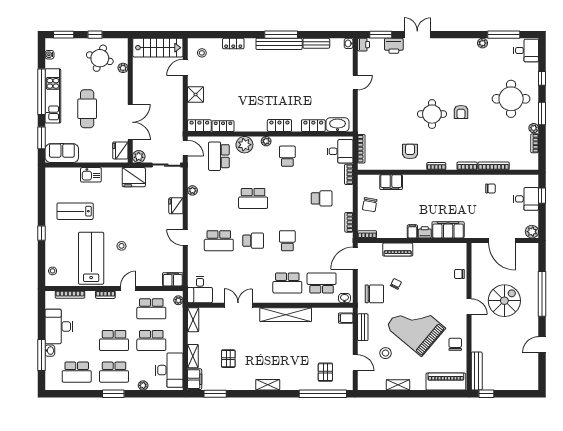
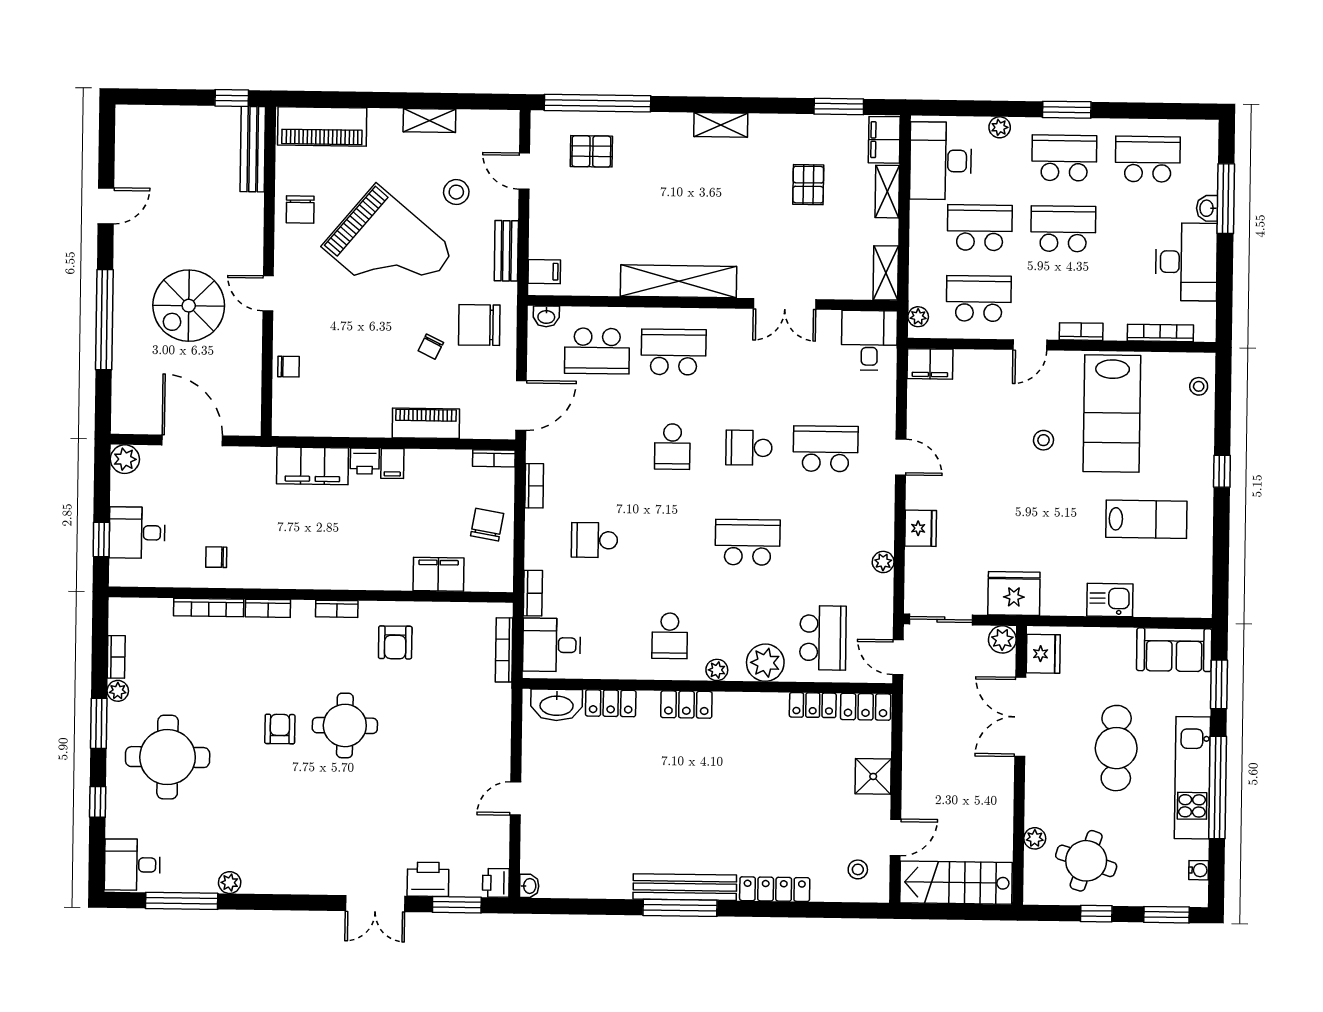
bench: (316, 43) -> (602, 887), removed
locker: (233, 44) -> (775, 889), width x1.53
pallet: (325, 372) -> (591, 151), turned 90

